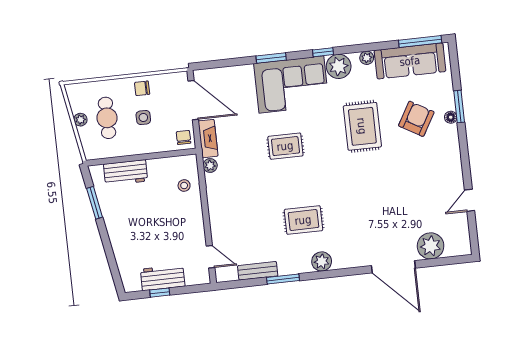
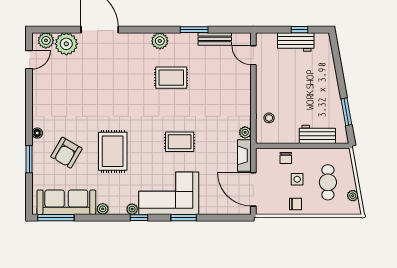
plant: (339, 66) -> (132, 209), width x0.53, depth x0.53
floor lamp: (451, 117) -> (37, 133), moved
plant: (80, 120) -> (353, 196), moved
chair: (184, 137) -> (286, 158), moved
door: (470, 200) -> (29, 60), moved
plant: (455, 247) -> (46, 40), added

